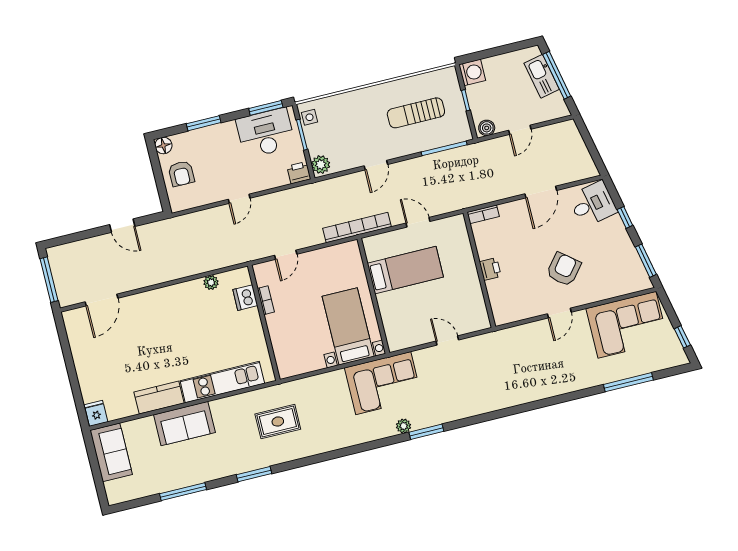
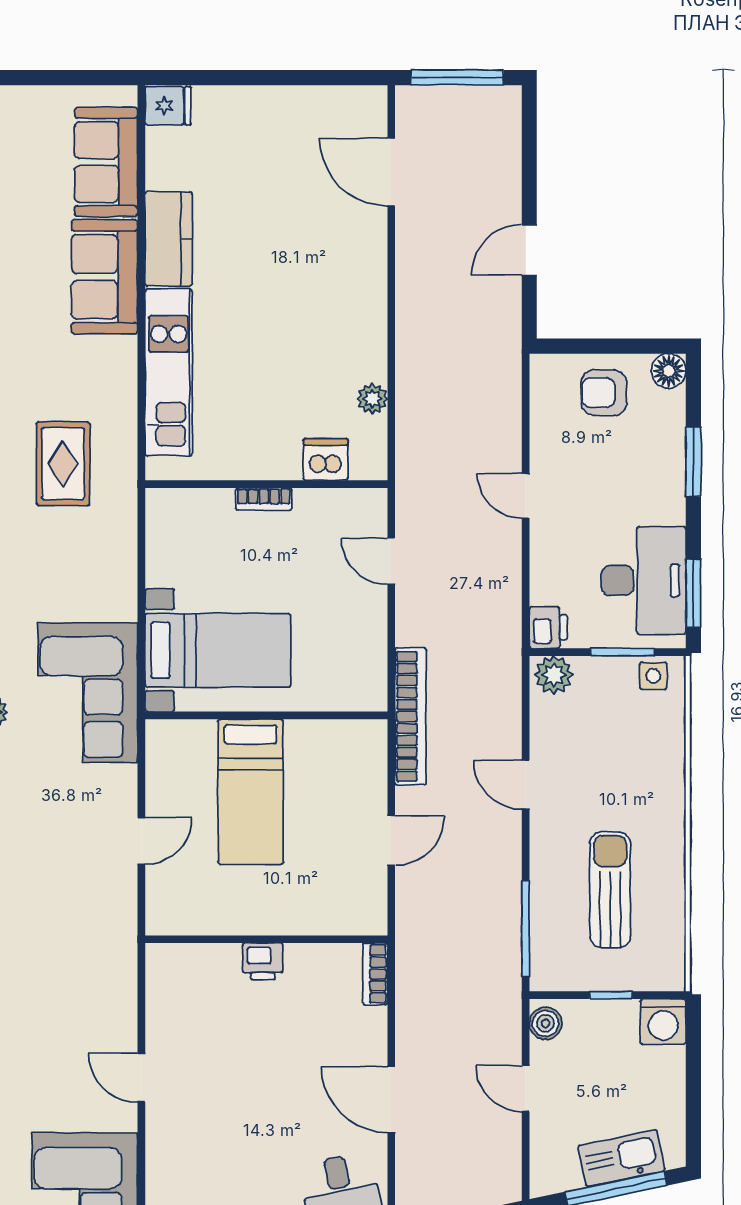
armchair: (564, 269) -> (226, 1108), removed
bed: (405, 270) -> (251, 792), moved
bookcase: (266, 300) -> (264, 499), moved
sofa: (111, 452) -> (106, 162), moved, turned 90

